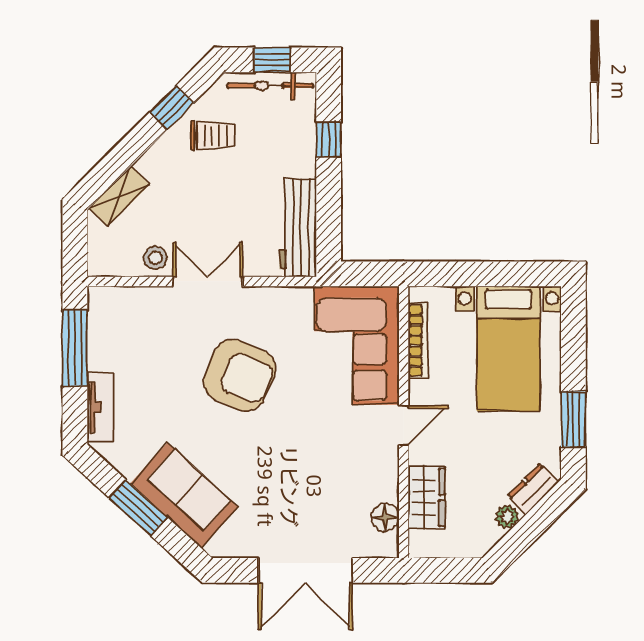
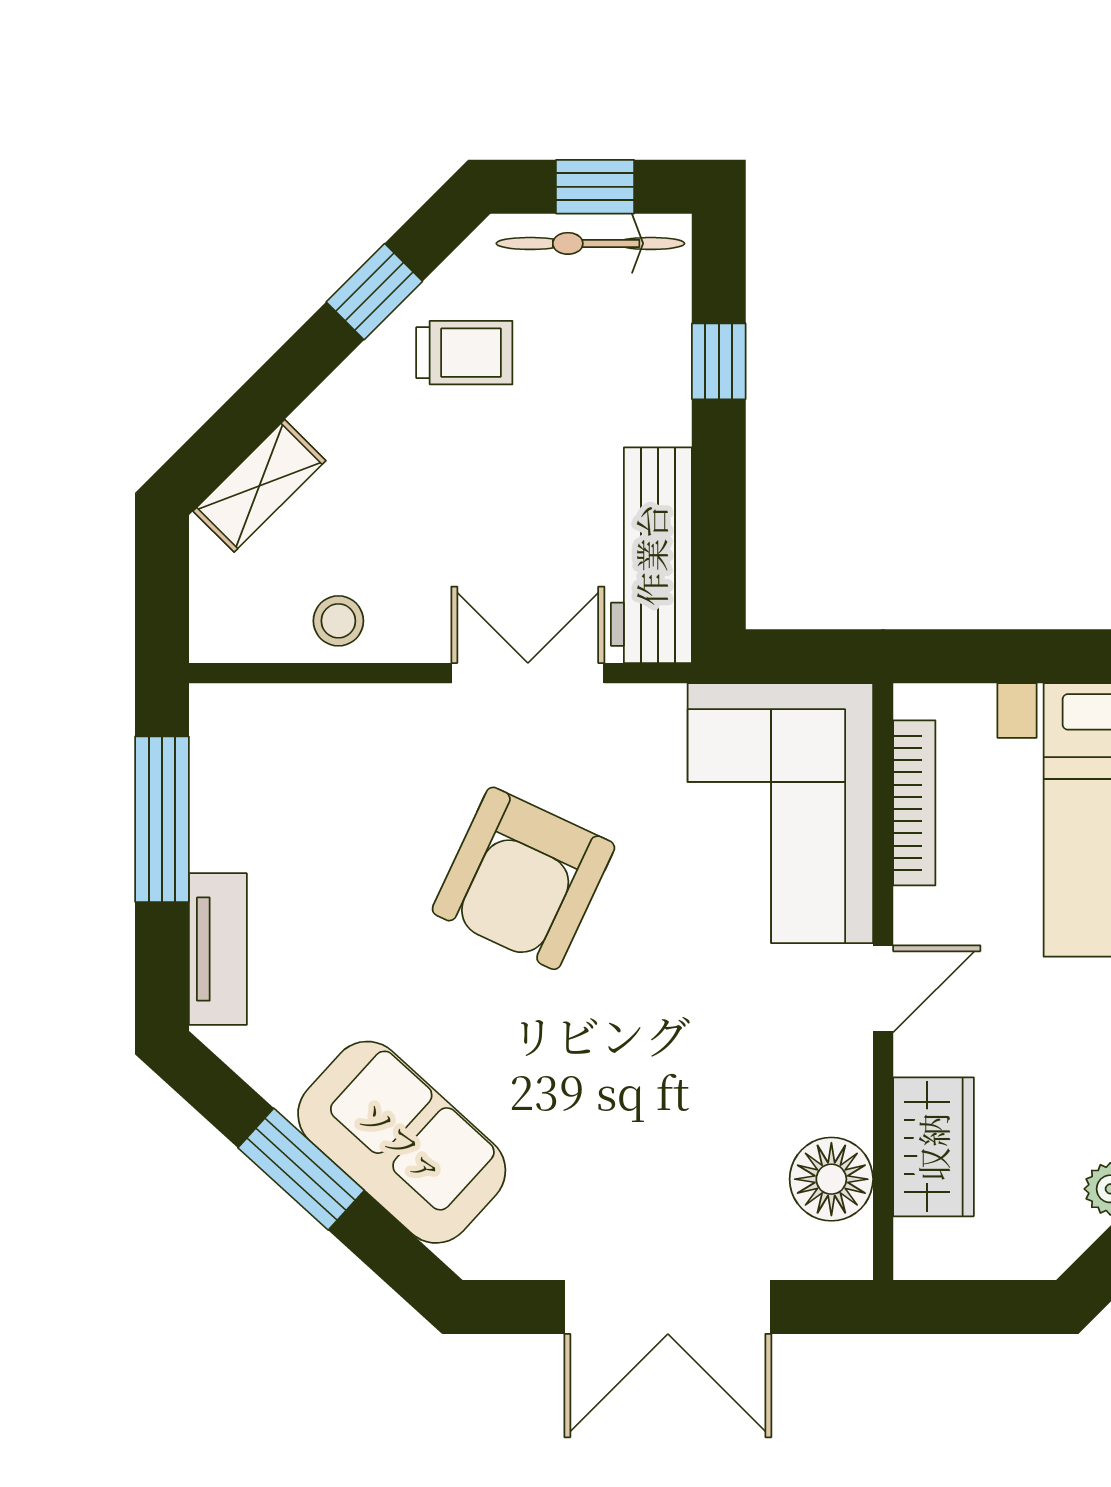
double door: (208, 281) -> (528, 673), moved
armchair: (240, 375) -> (523, 878), turned 92
floor lamp: (385, 517) -> (831, 1179), width x1.38, depth x1.38

